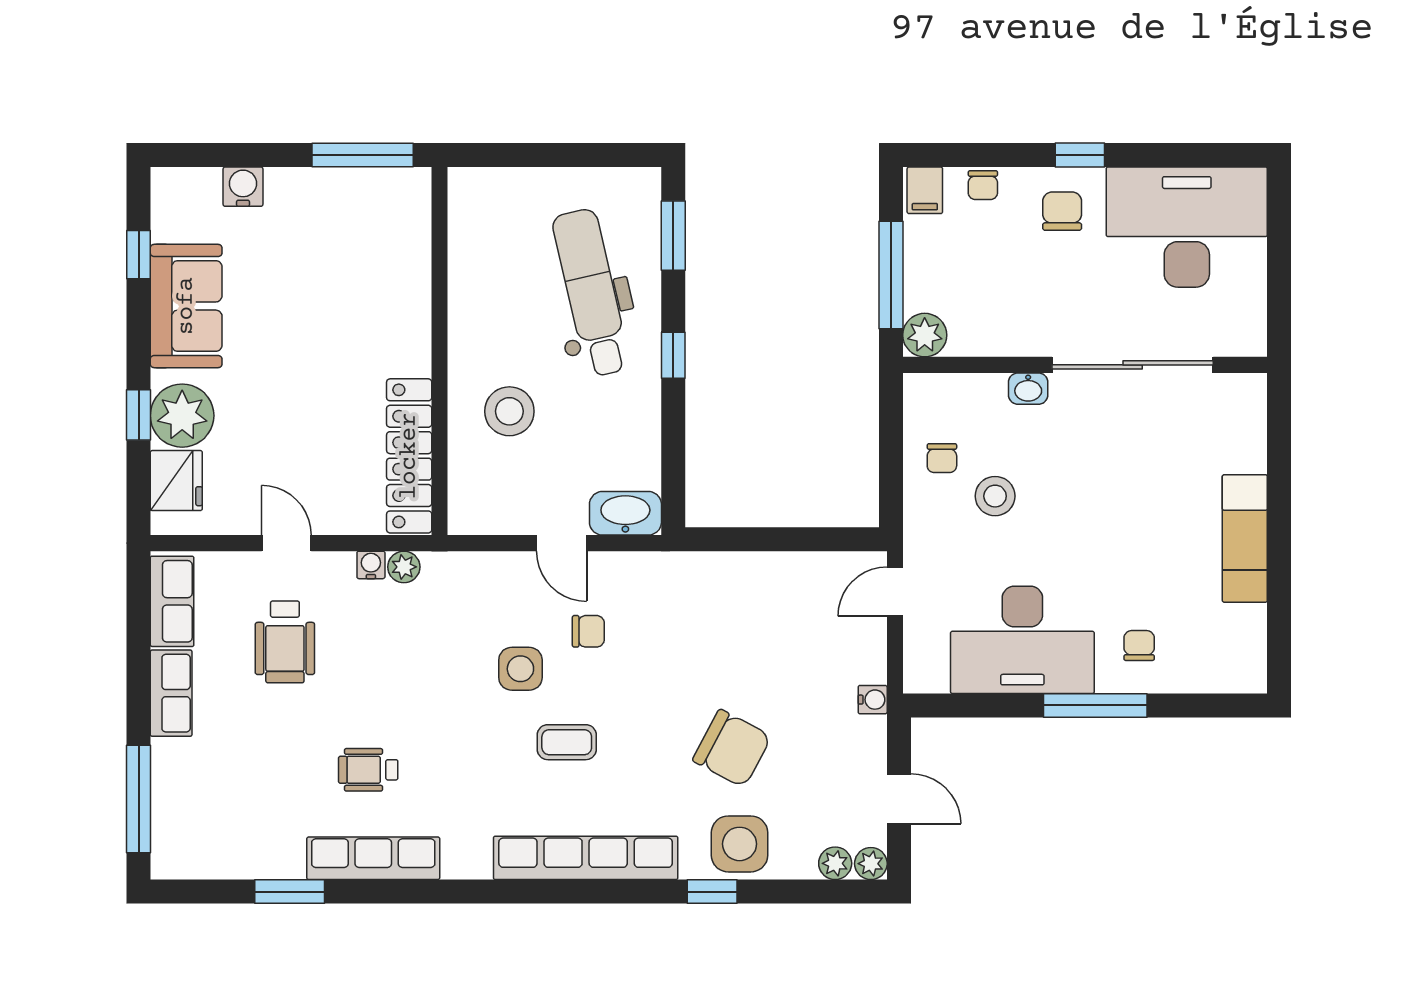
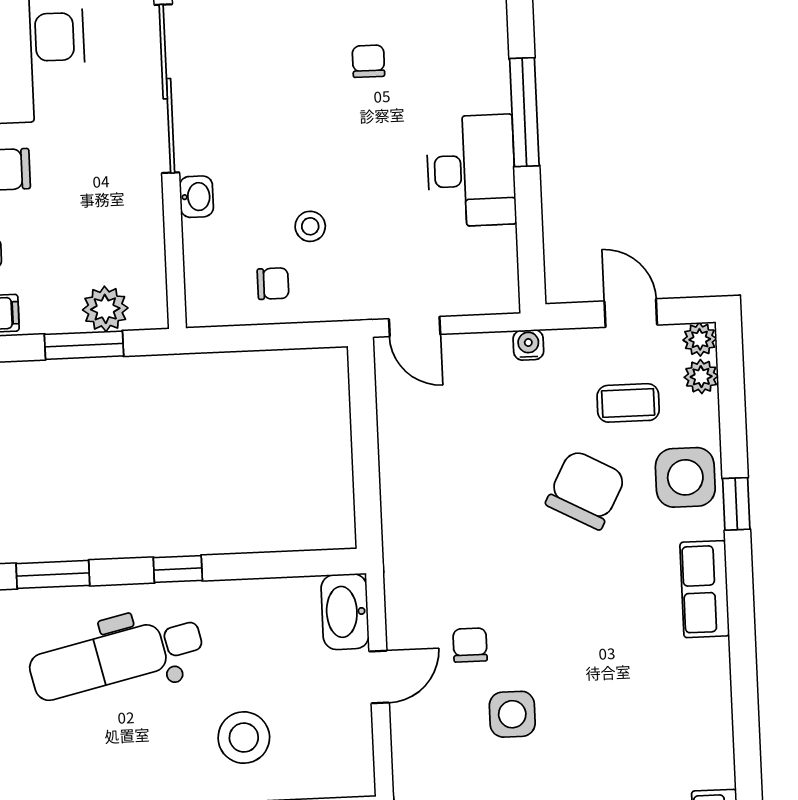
window: (891, 275) -> (84, 345), width x0.69
plant: (925, 335) -> (105, 309), moved
stool: (995, 496) -> (310, 226), width x0.73, depth x0.73
desk: (1022, 640) -> (471, 171), width x0.73, depth x0.77
chair: (1139, 646) -> (368, 61), moved, turned 90
coffee table: (567, 742) -> (628, 403), moved, turned 90
door: (899, 799) -> (631, 313), hinge flipped
row of seats: (586, 858) -> (705, 589), width x0.50

